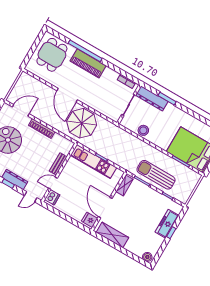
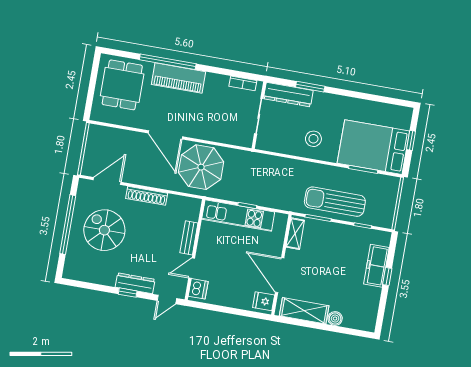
stool: (143, 130) -> (313, 139), moved
boiler: (147, 257) -> (335, 319), moved

